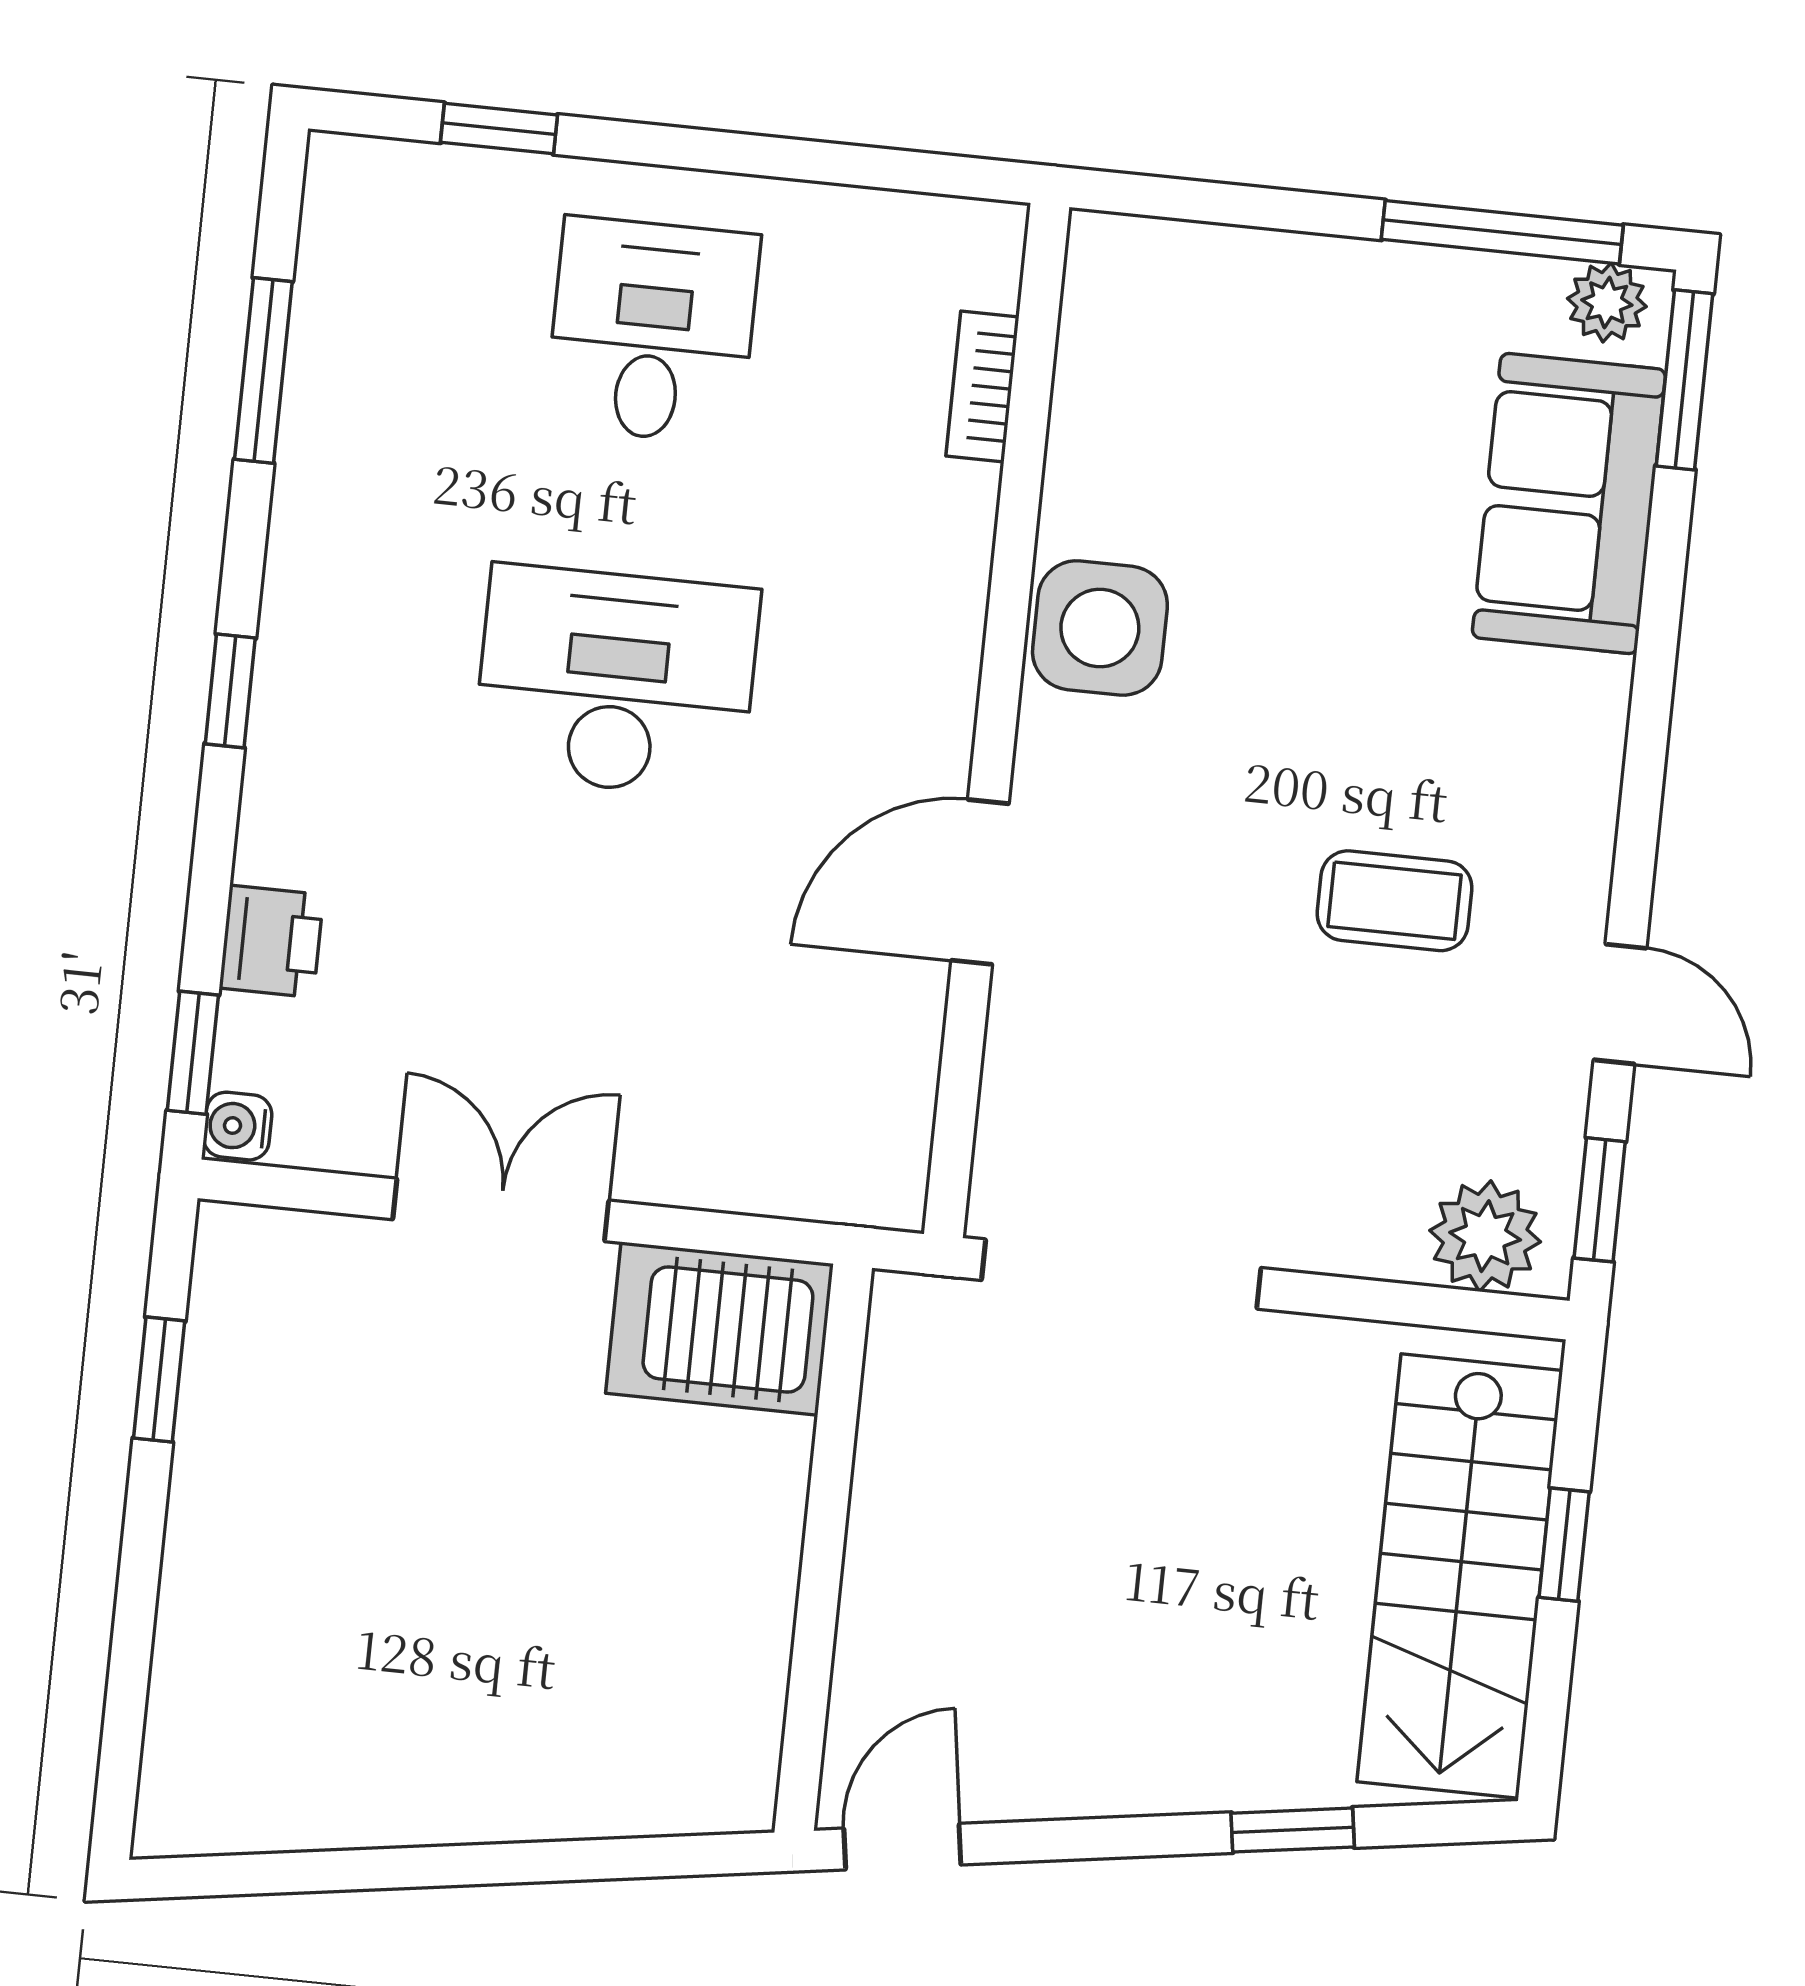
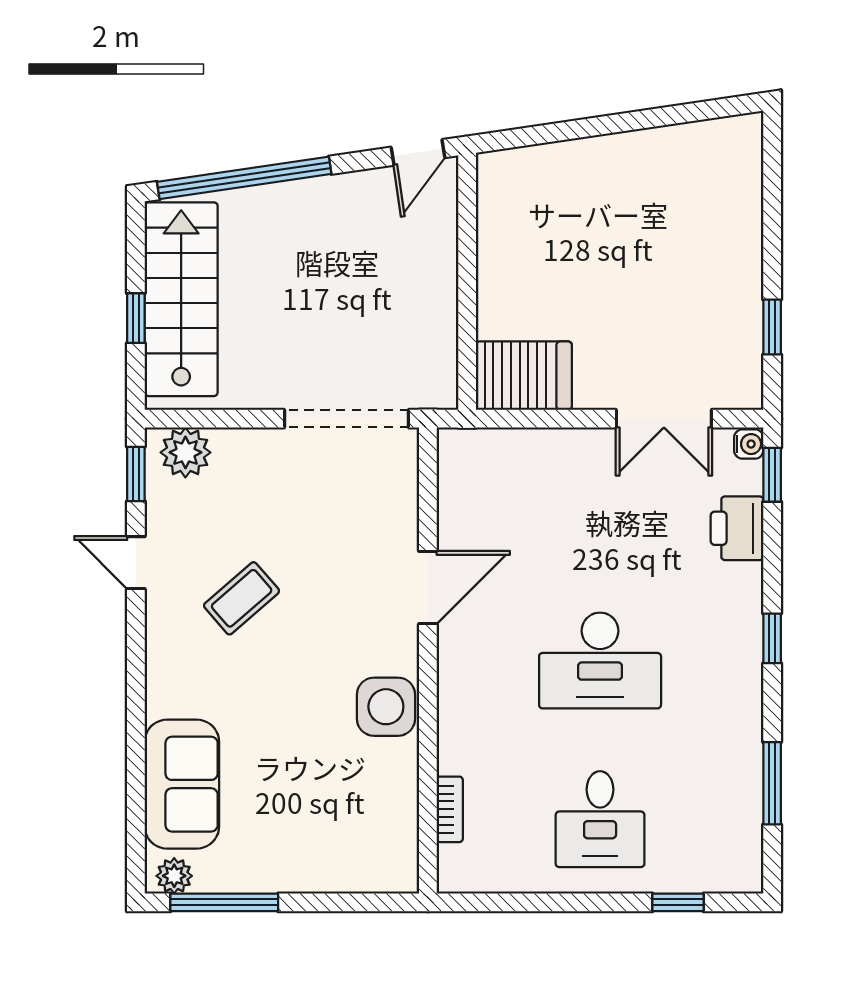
window: (1684, 380) -> (136, 845), removed
coffee table: (1394, 901) -> (242, 598), turned -41
printer: (271, 941) -> (737, 528), width x1.36, depth x1.24
double door: (501, 1210) -> (664, 419), moved
window: (1293, 1830) -> (244, 178), width x3.17

